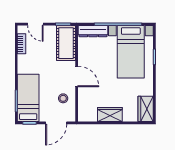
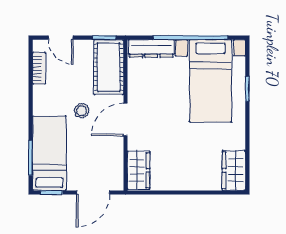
door: (77, 76) -> (125, 120), swing flipped
stool: (63, 98) -> (81, 111), moved
wardrobe: (110, 114) -> (139, 170), moved, turned 90

